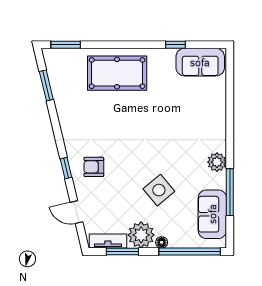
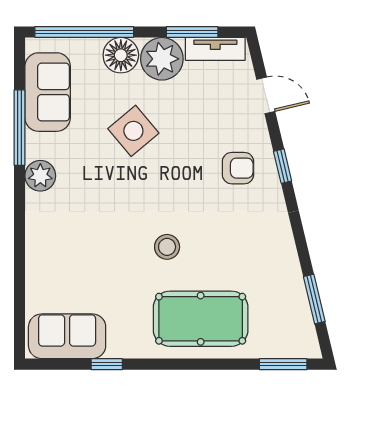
stool: (138, 118) -> (167, 247), added
floor lamp: (162, 242) -> (121, 55), width x1.89, depth x1.89

